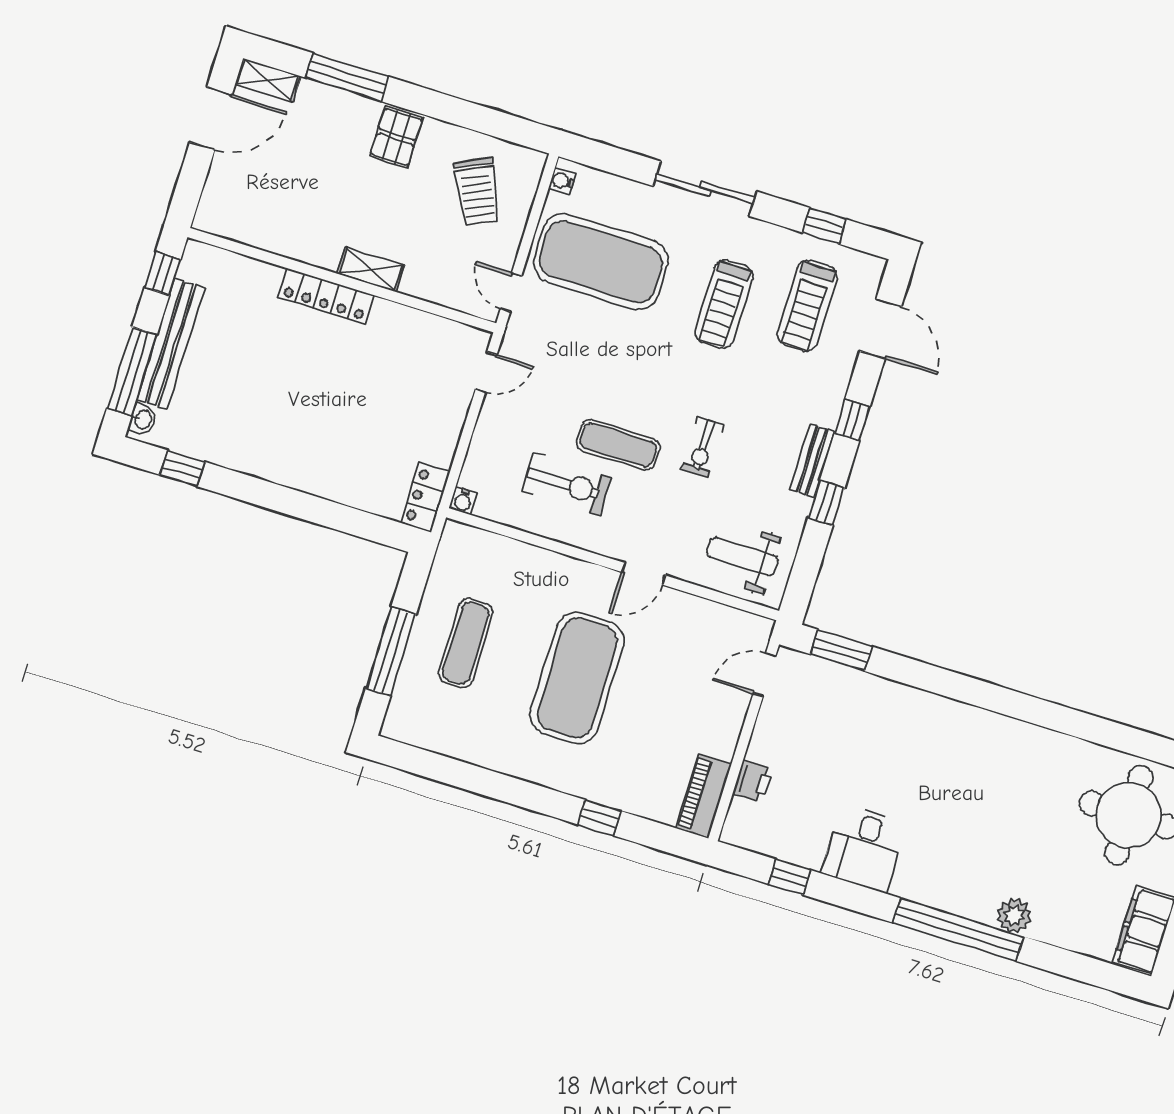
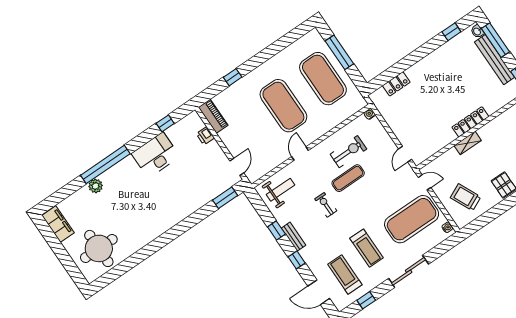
treadmill: (724, 304) -> (367, 248), turned 180
exercise bike: (567, 484) -> (348, 152), turned 180
locker: (425, 497) -> (396, 84), moved, turned 90
exercise mat: (466, 643) -> (323, 79), width x2.00, depth x1.45
desk: (864, 848) -> (156, 155), width x1.37

